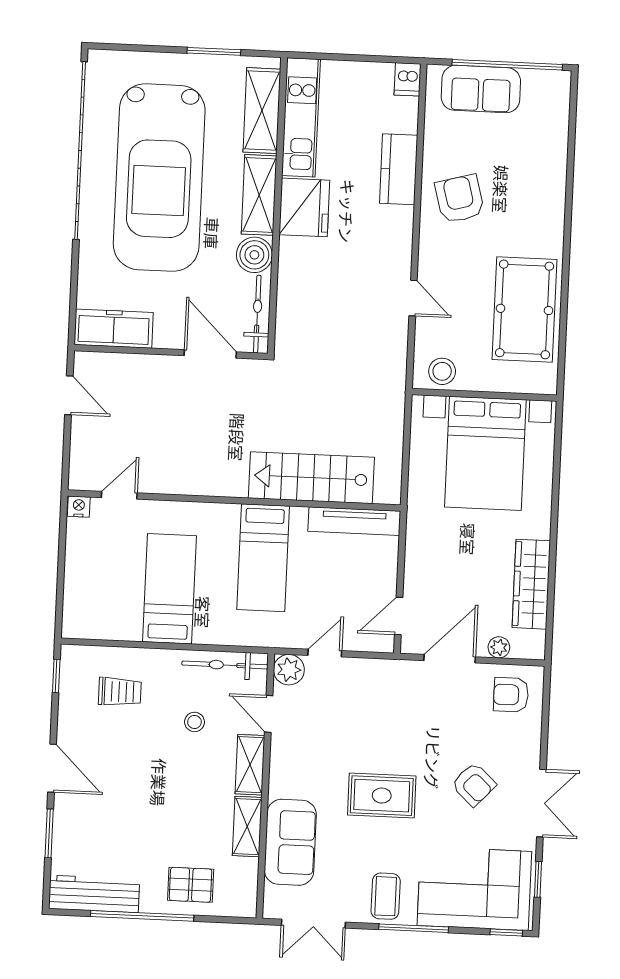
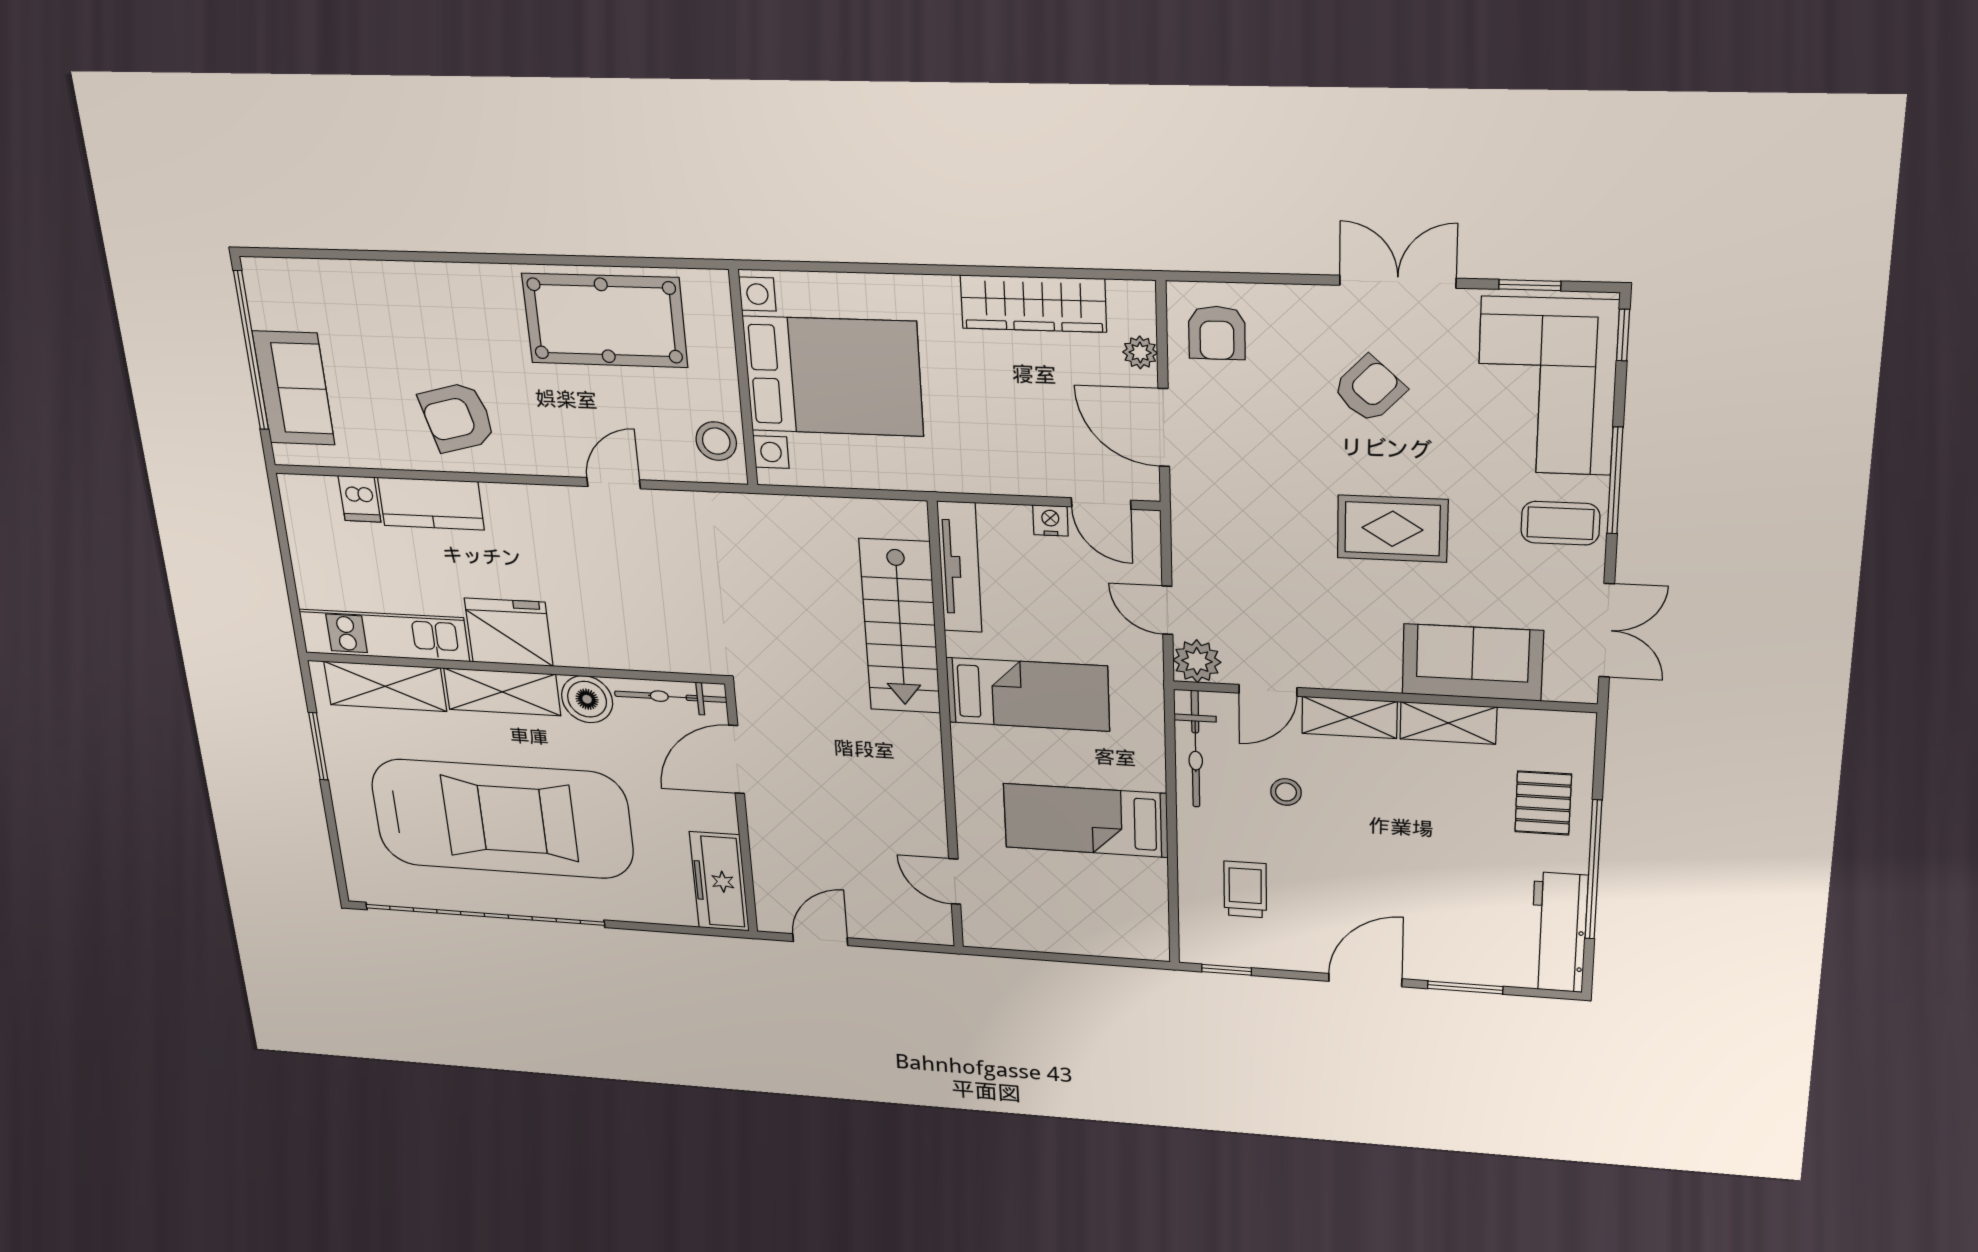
dishwasher: (407, 79) -> (360, 499), moved, turned 90
nightstand: (79, 507) -> (1050, 520), moved, turned 90
rug: (382, 796) -> (1392, 529), turned 90

